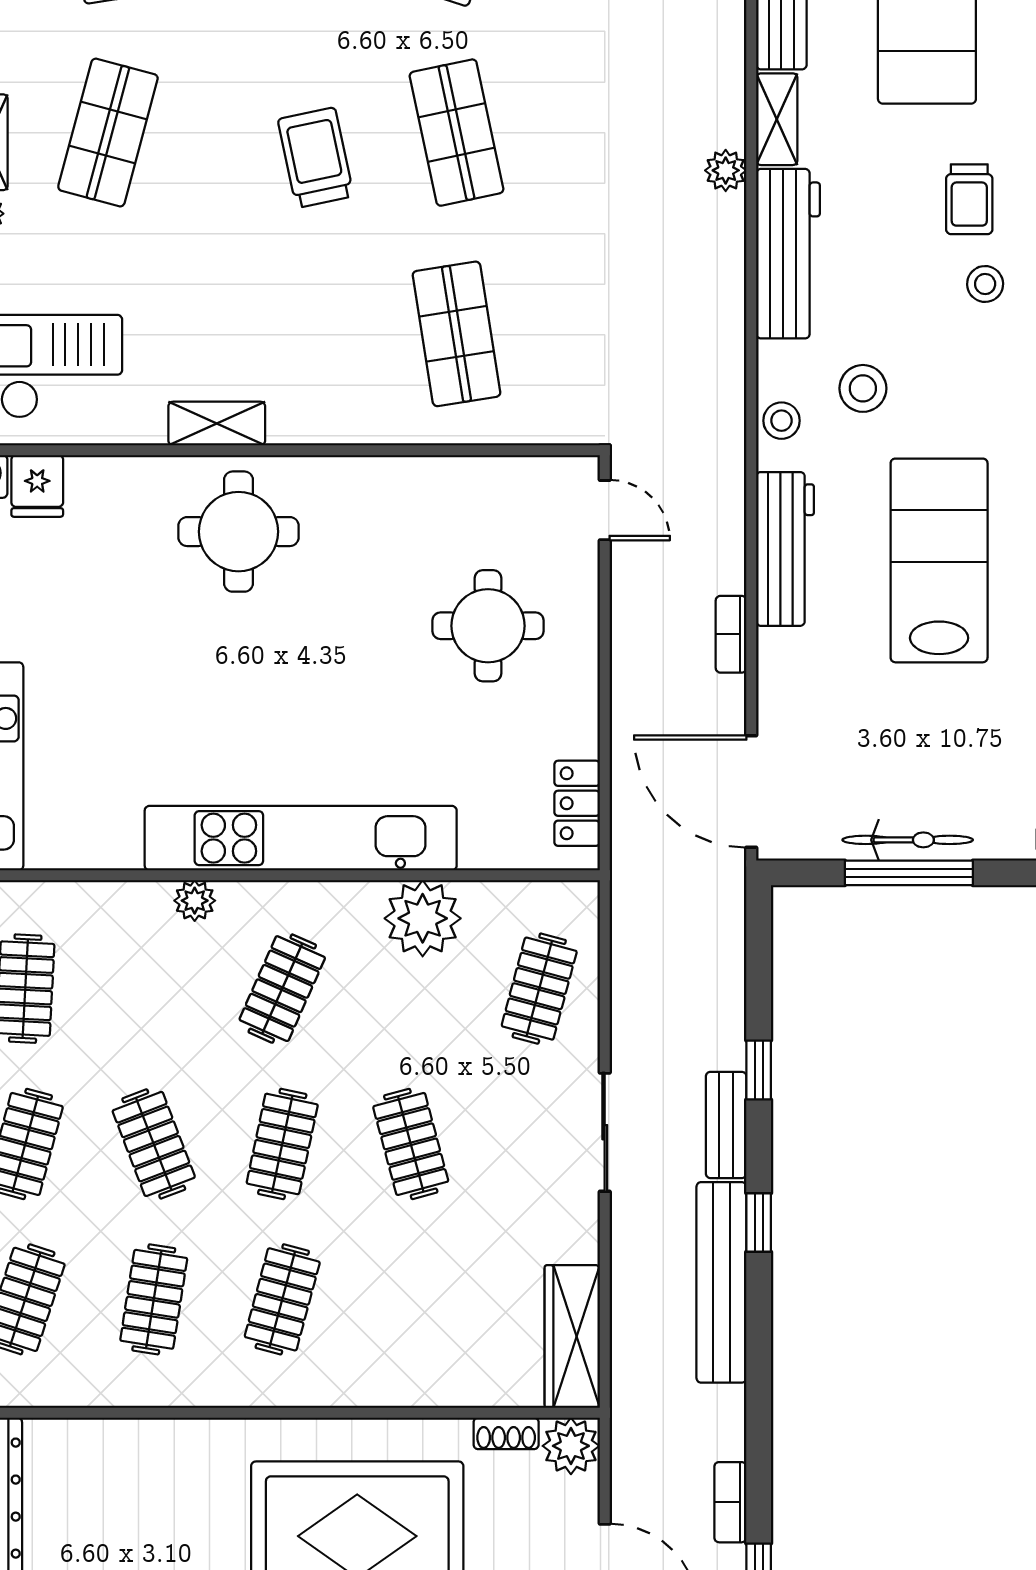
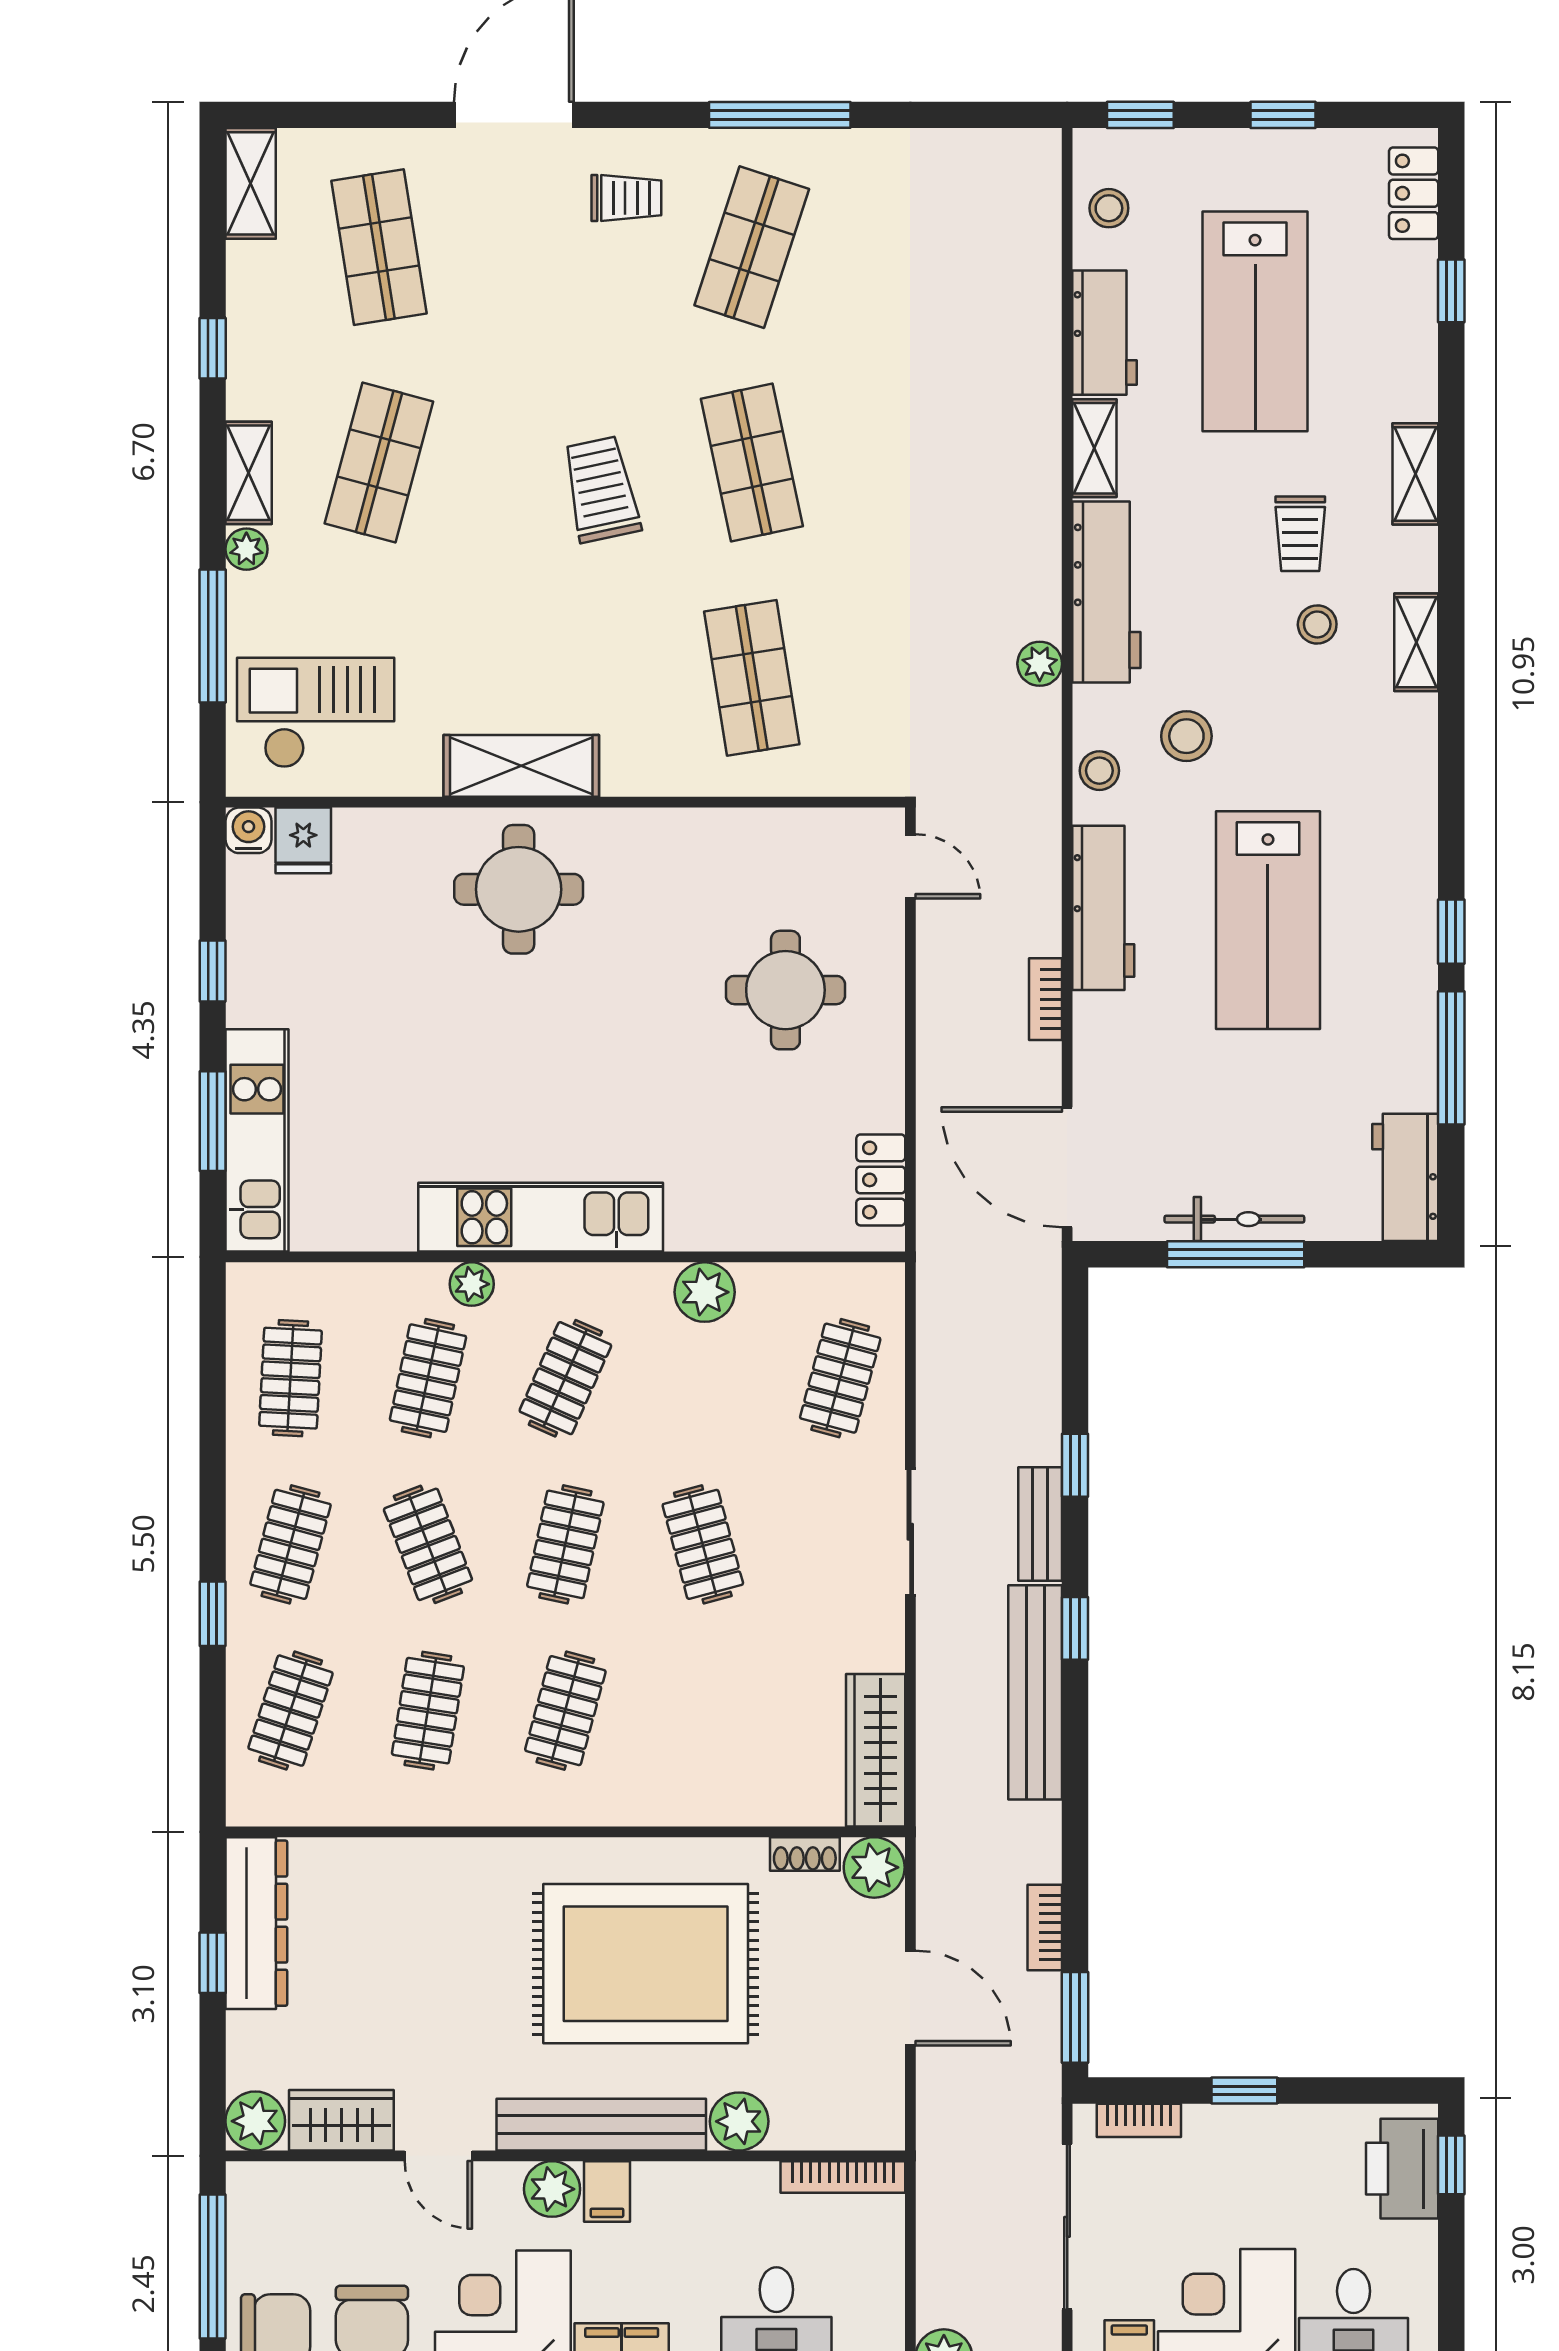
plant: (726, 170) -> (1040, 664), moved
shelving: (217, 423) -> (521, 766), width x1.50, depth x1.33
lab bench: (939, 560) -> (1268, 920), turned 180
kitchen unit: (301, 838) -> (541, 1217), width x0.73
plant: (423, 918) -> (705, 1292), width x0.73, depth x0.73
clothes rail: (154, 989) -> (428, 1378), added

